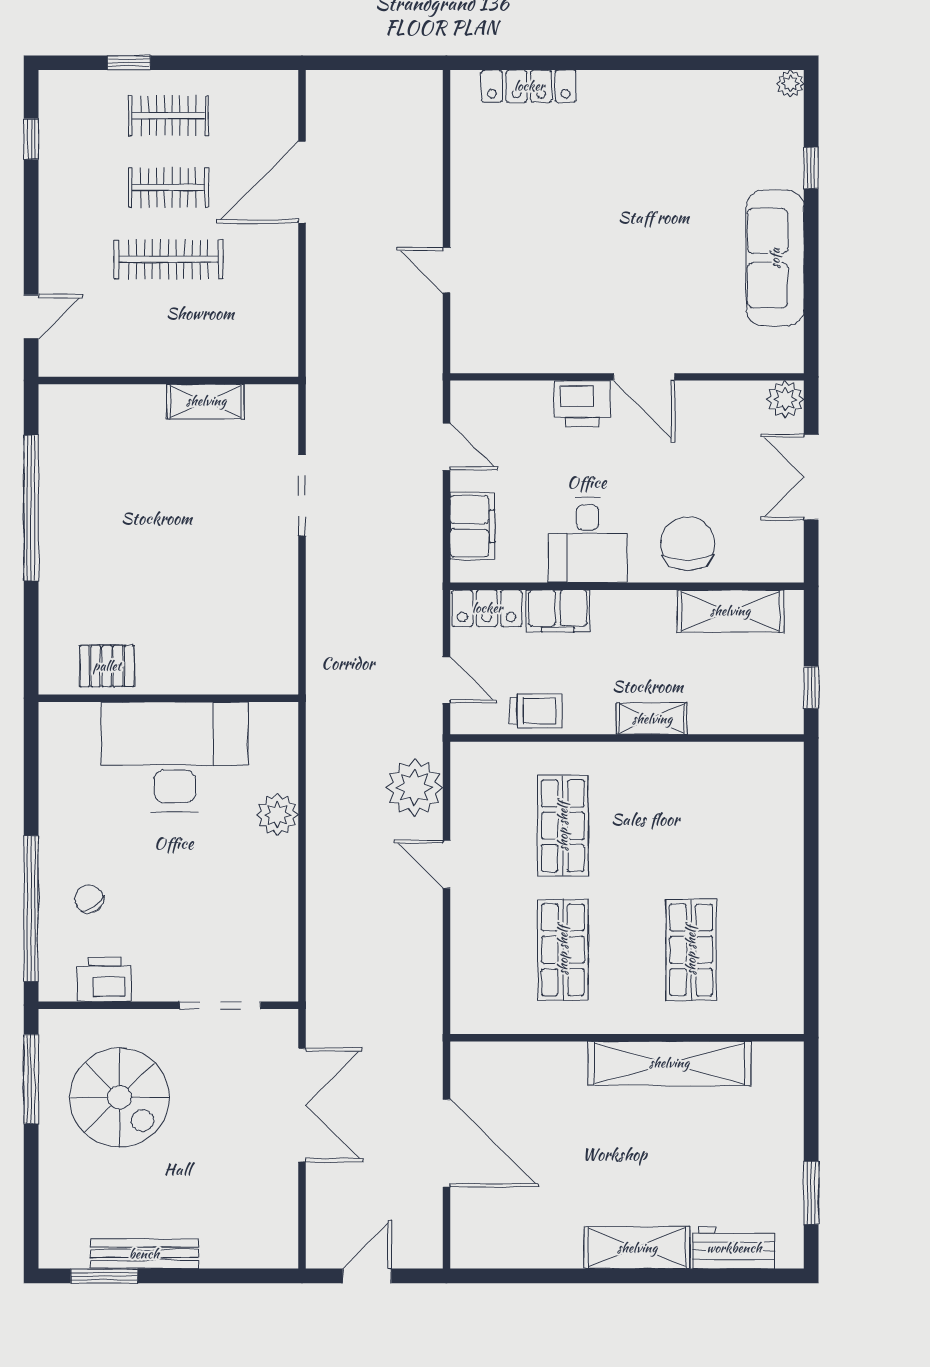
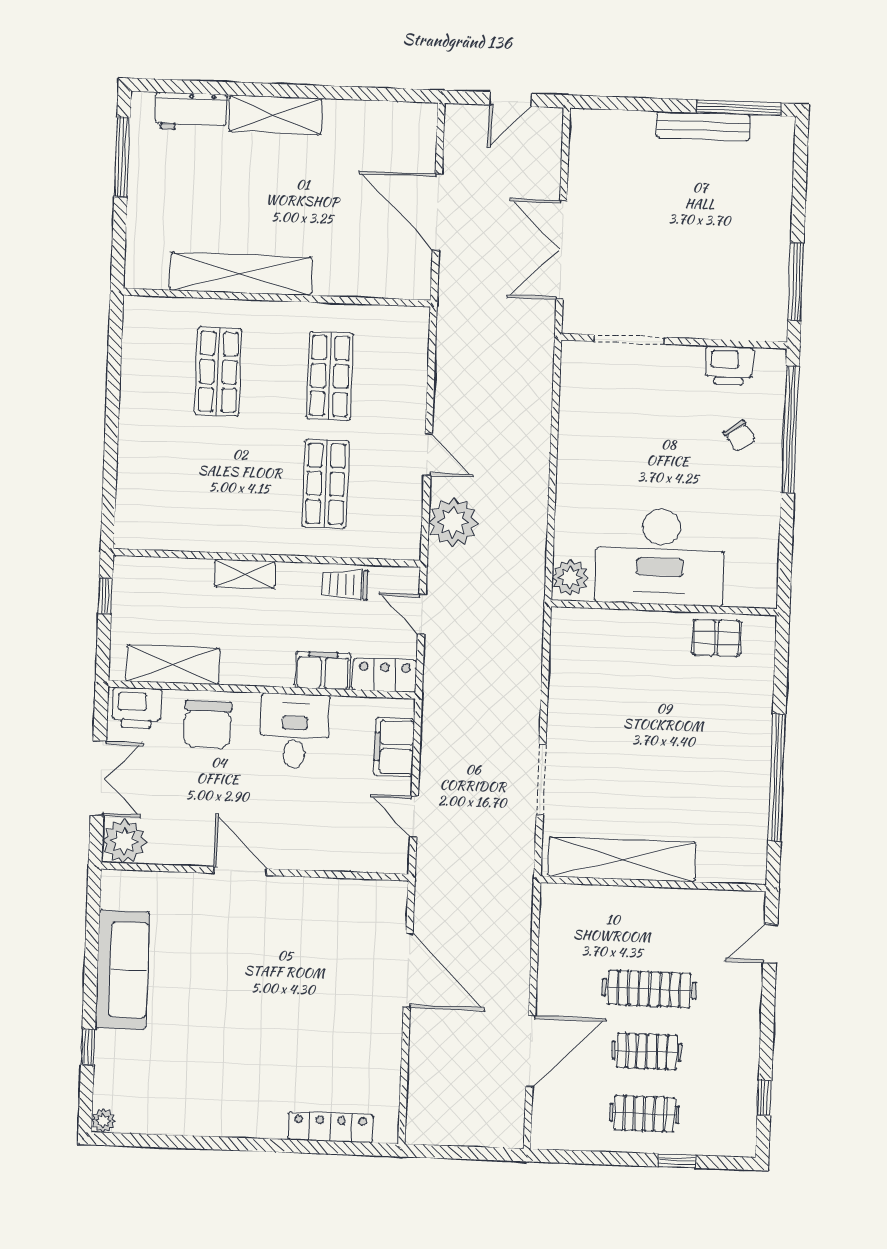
door: (446, 270) -> (408, 970), width x1.87
plant: (785, 399) -> (124, 841), width x1.36, depth x1.36
shelving: (206, 401) -> (622, 859), width x2.20, depth x1.33
printer: (582, 403) -> (137, 708), moved, turned 180
plant: (277, 815) -> (570, 577), moved
spiral stairs: (119, 1098) -> (720, 263), removed
window: (811, 1193) -> (122, 157), width x1.44
window: (104, 1276) -> (739, 108), width x1.44

